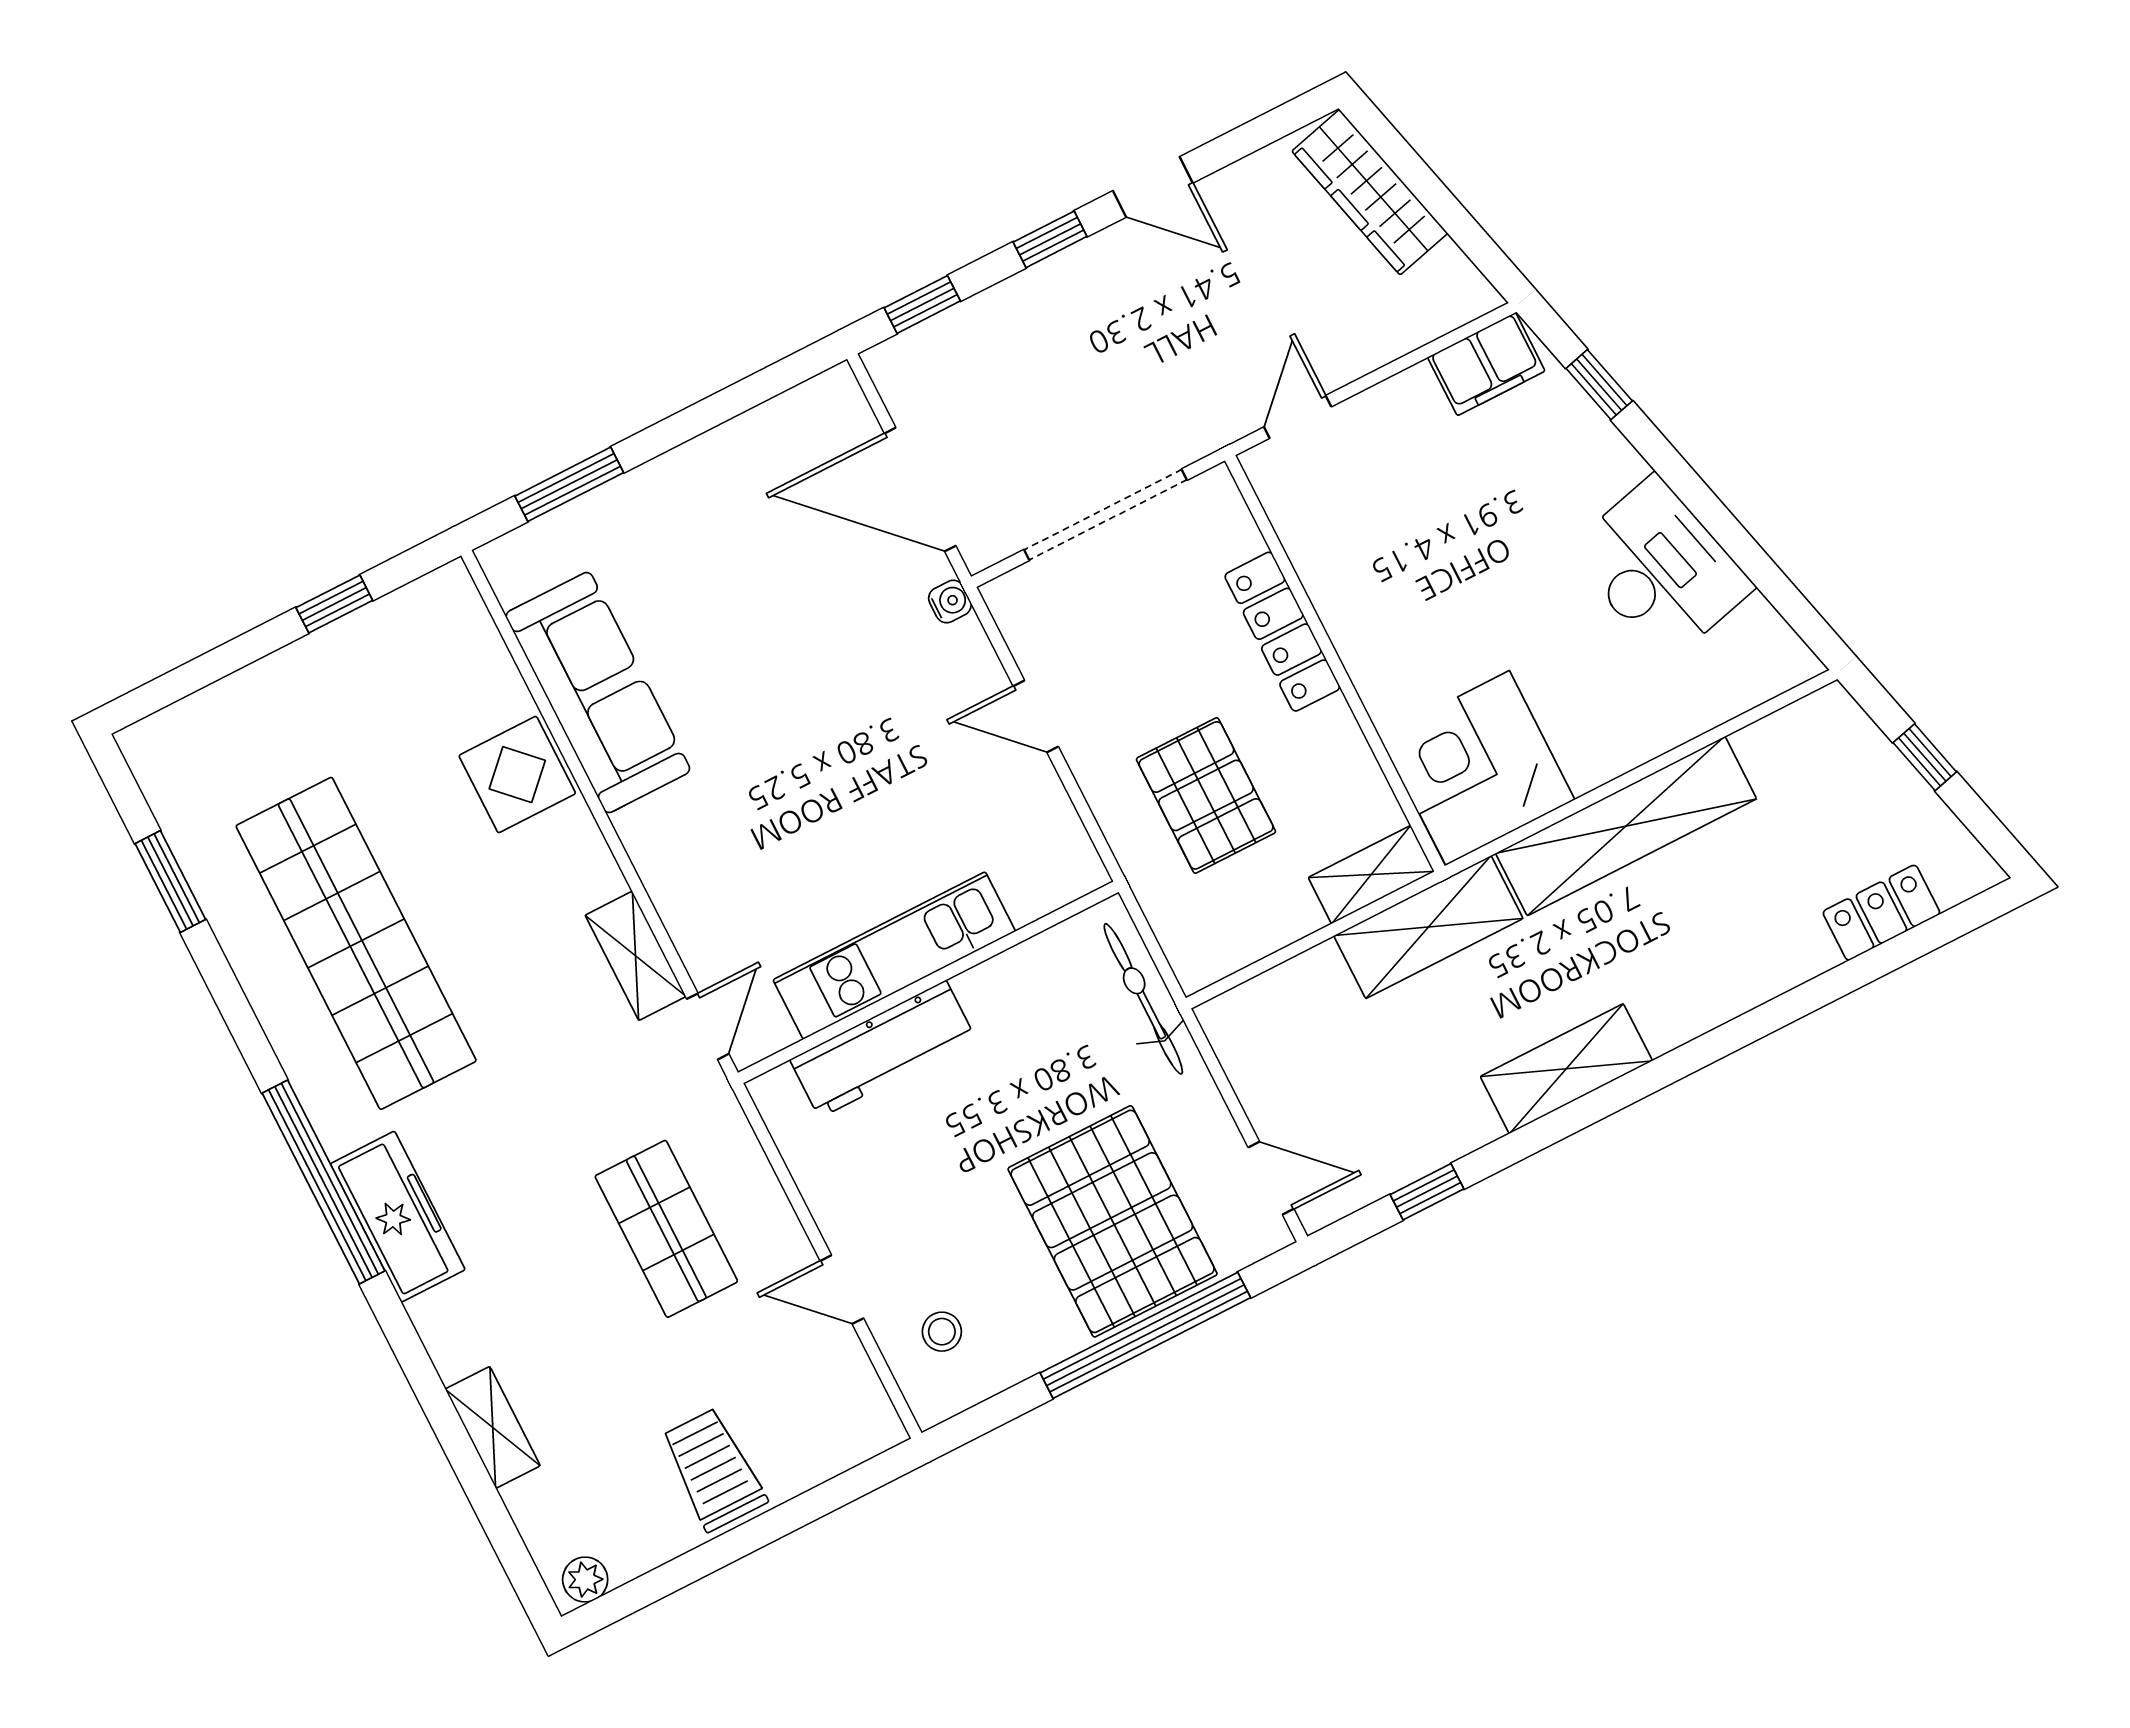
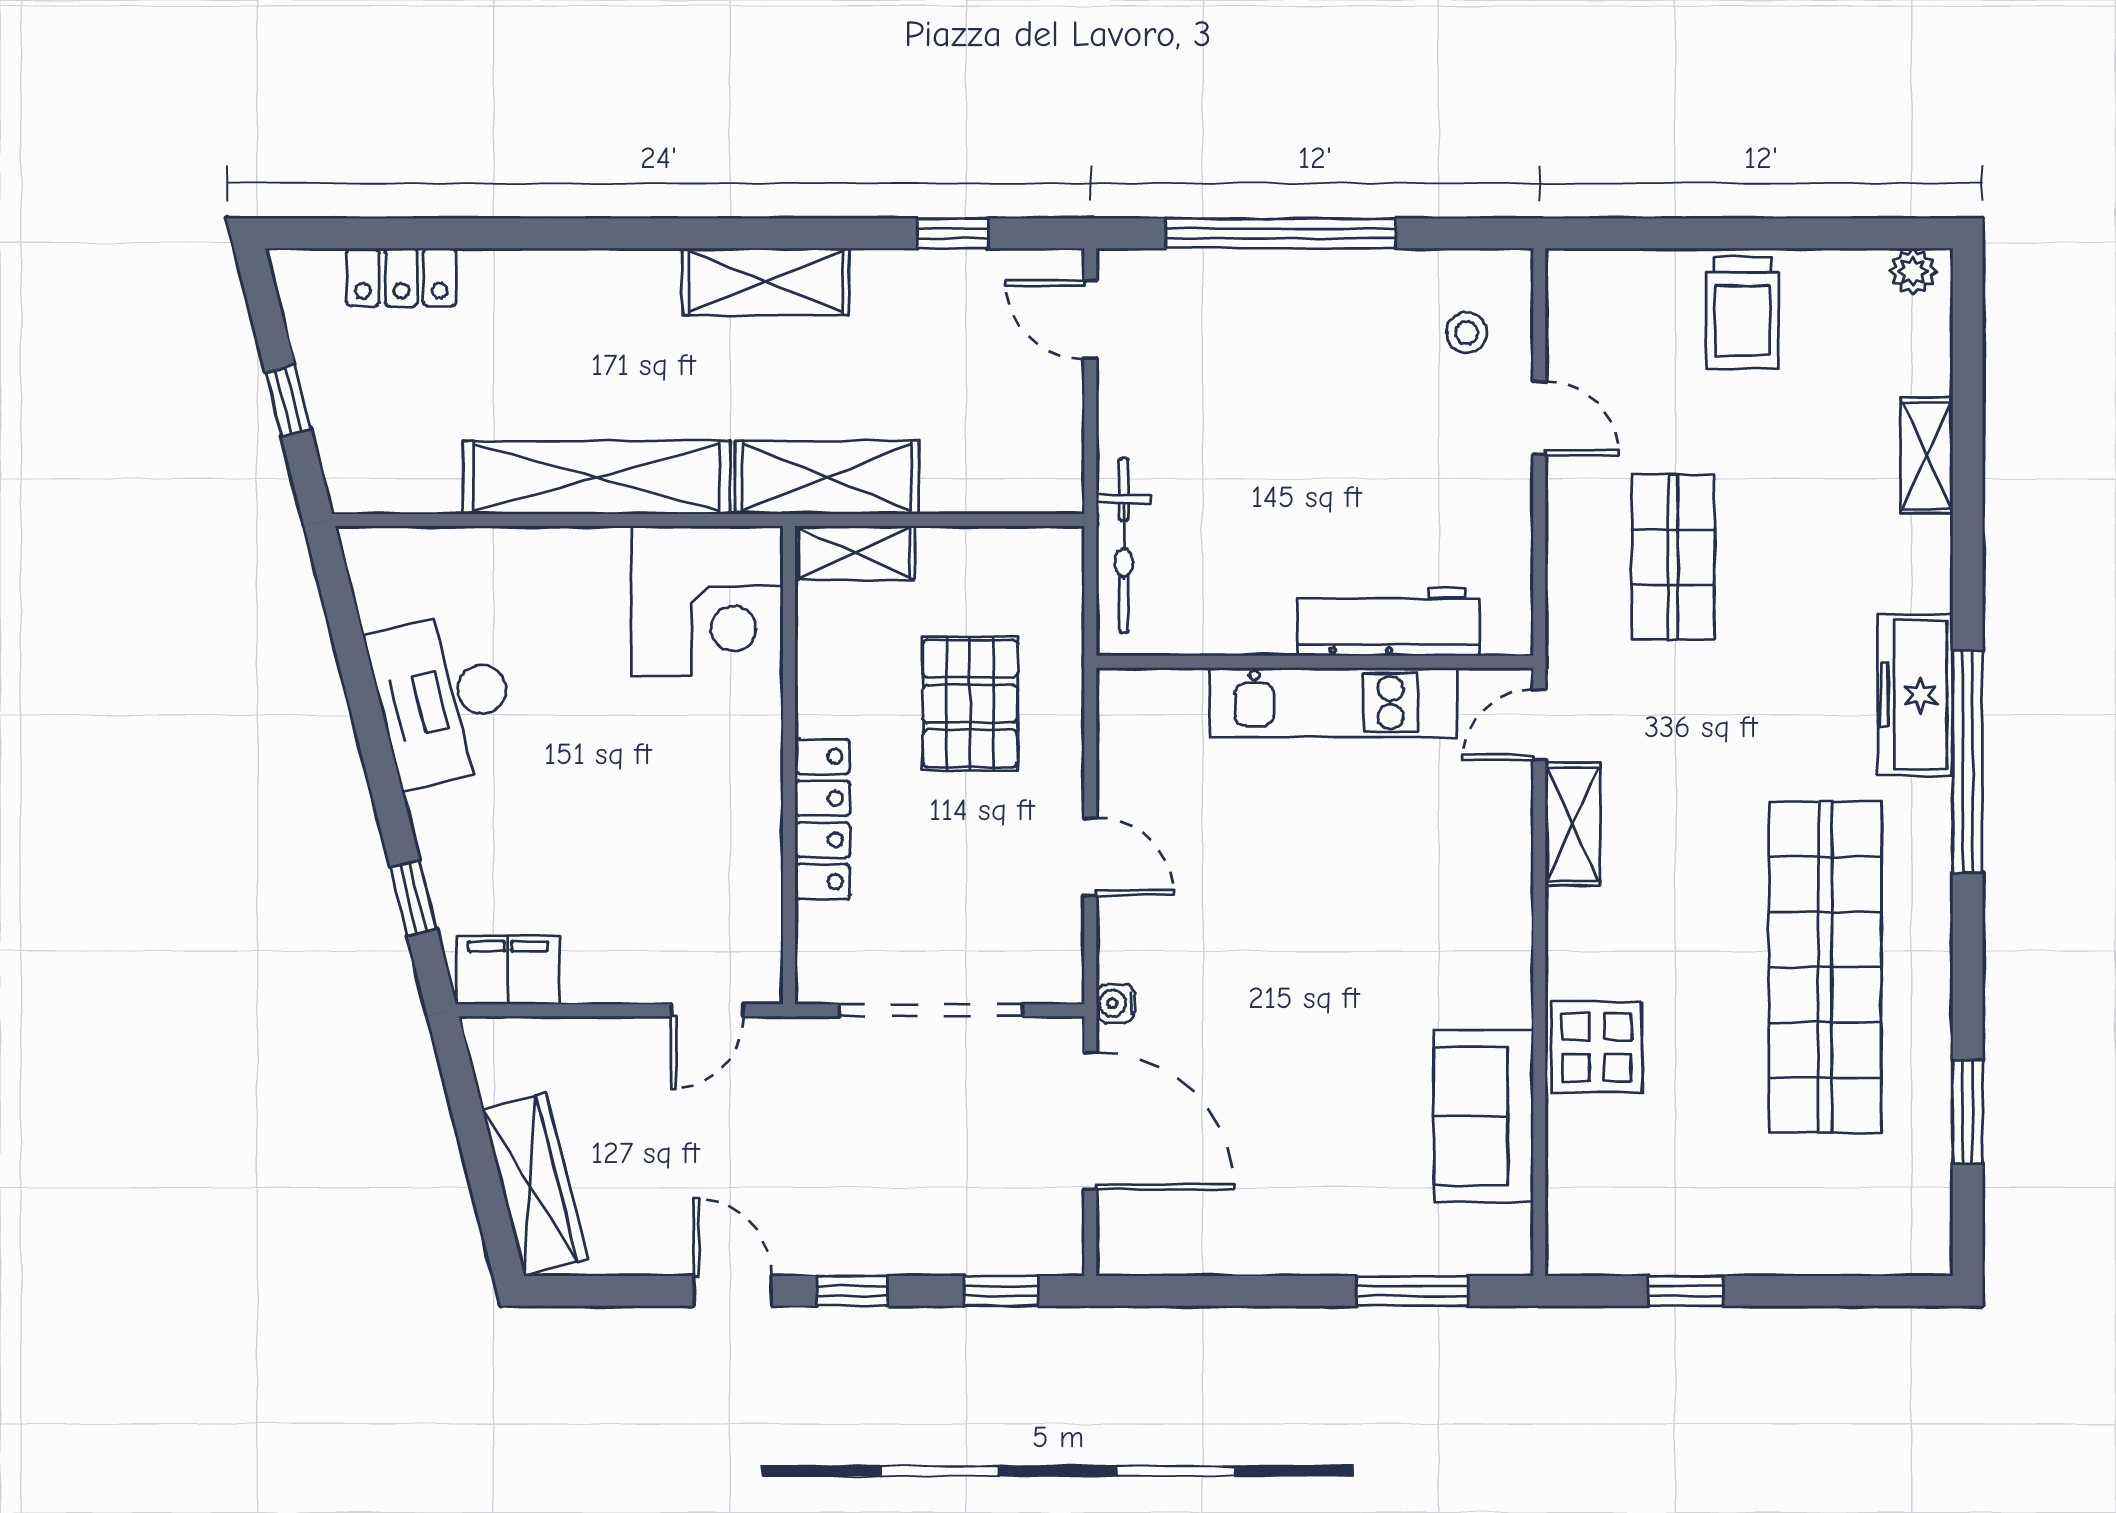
sofa: (598, 692) -> (1484, 1116), width x0.73
pallet: (1113, 1221) -> (1257, 354), removed

